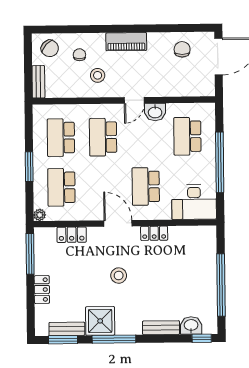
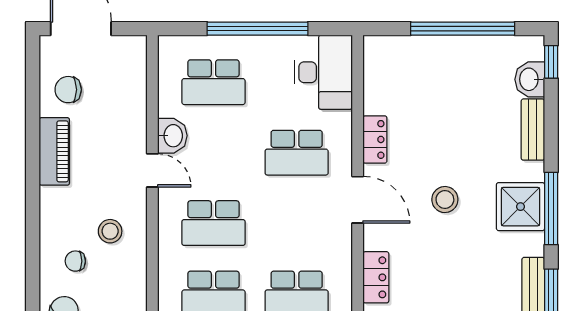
piano: (126, 42) -> (54, 151), moved
door: (118, 223) -> (358, 200), swing flipped
shower: (100, 321) -> (521, 207), moved

